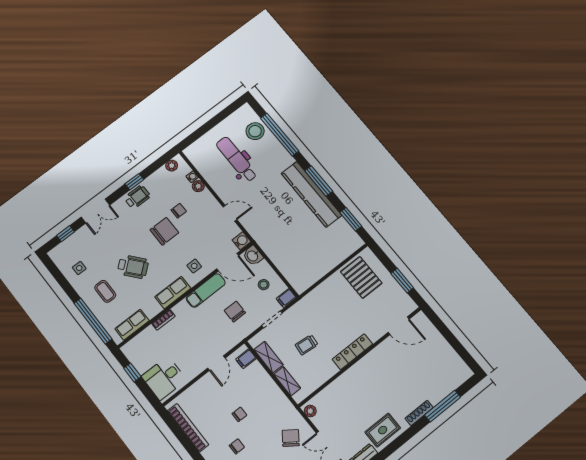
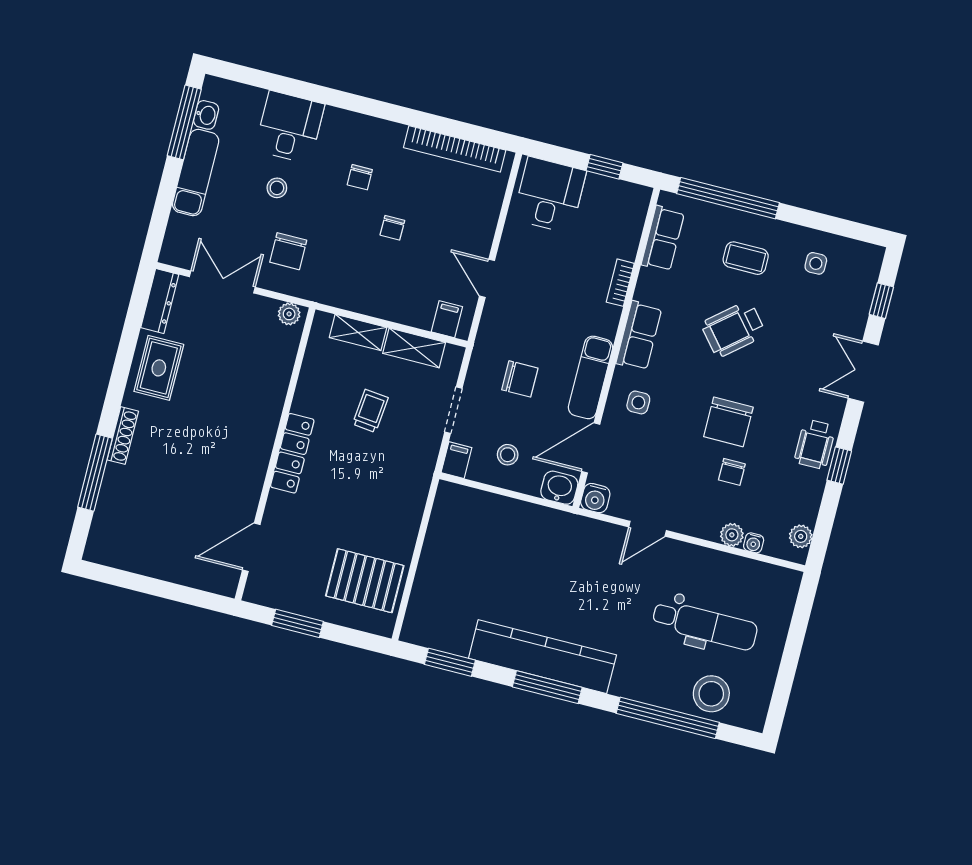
chair: (291, 438) -> (288, 251), turned 54

